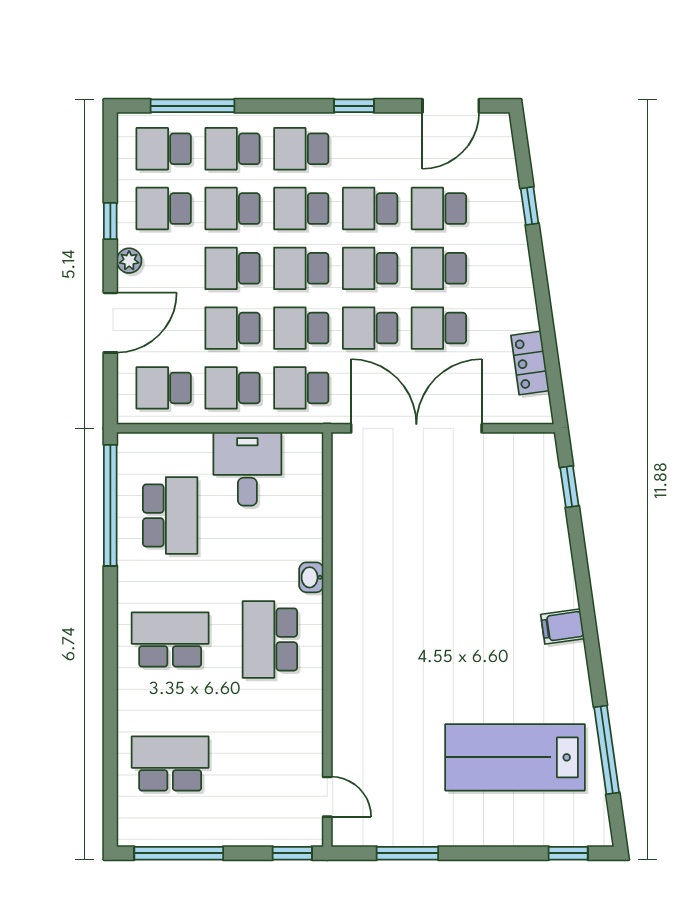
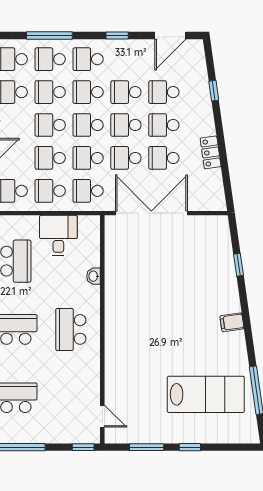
window: (193, 106) -> (49, 35), moved
locker: (530, 363) -> (211, 152), moved
window: (569, 487) -> (238, 265), moved
washbasin: (311, 577) -> (94, 276), moved
lab bench: (515, 757) -> (206, 394), turned 180
window: (568, 853) -> (190, 447), moved

